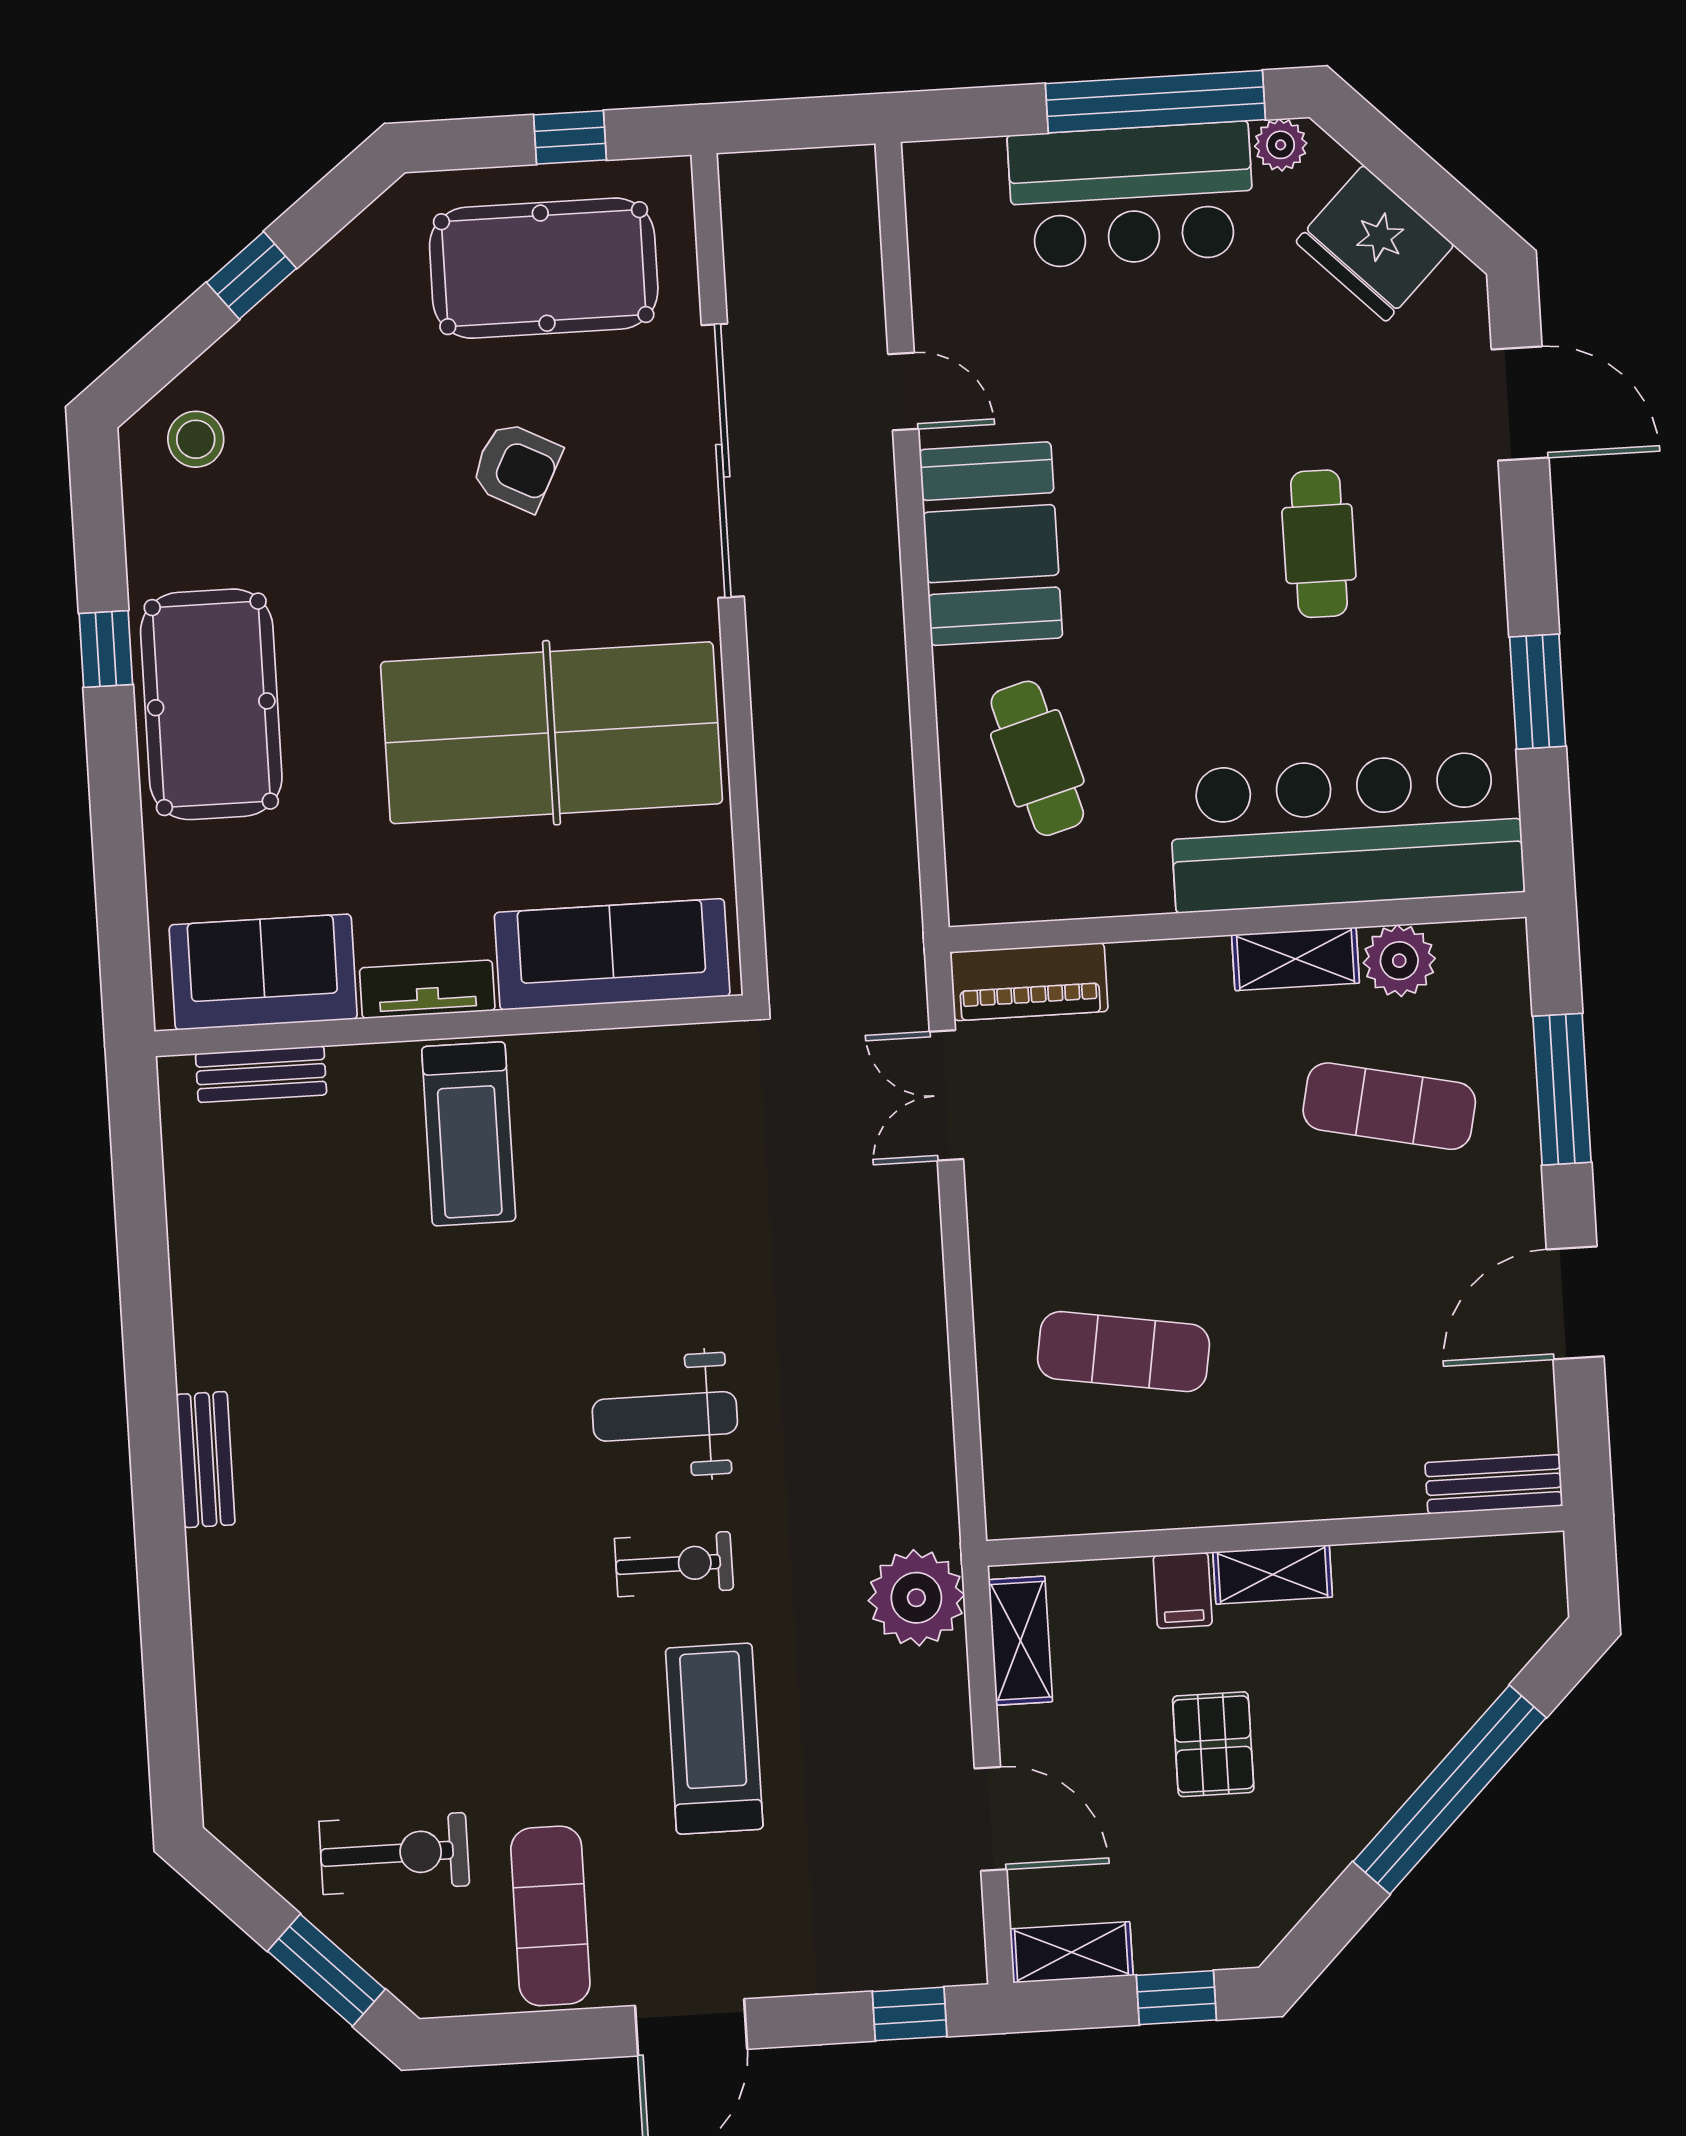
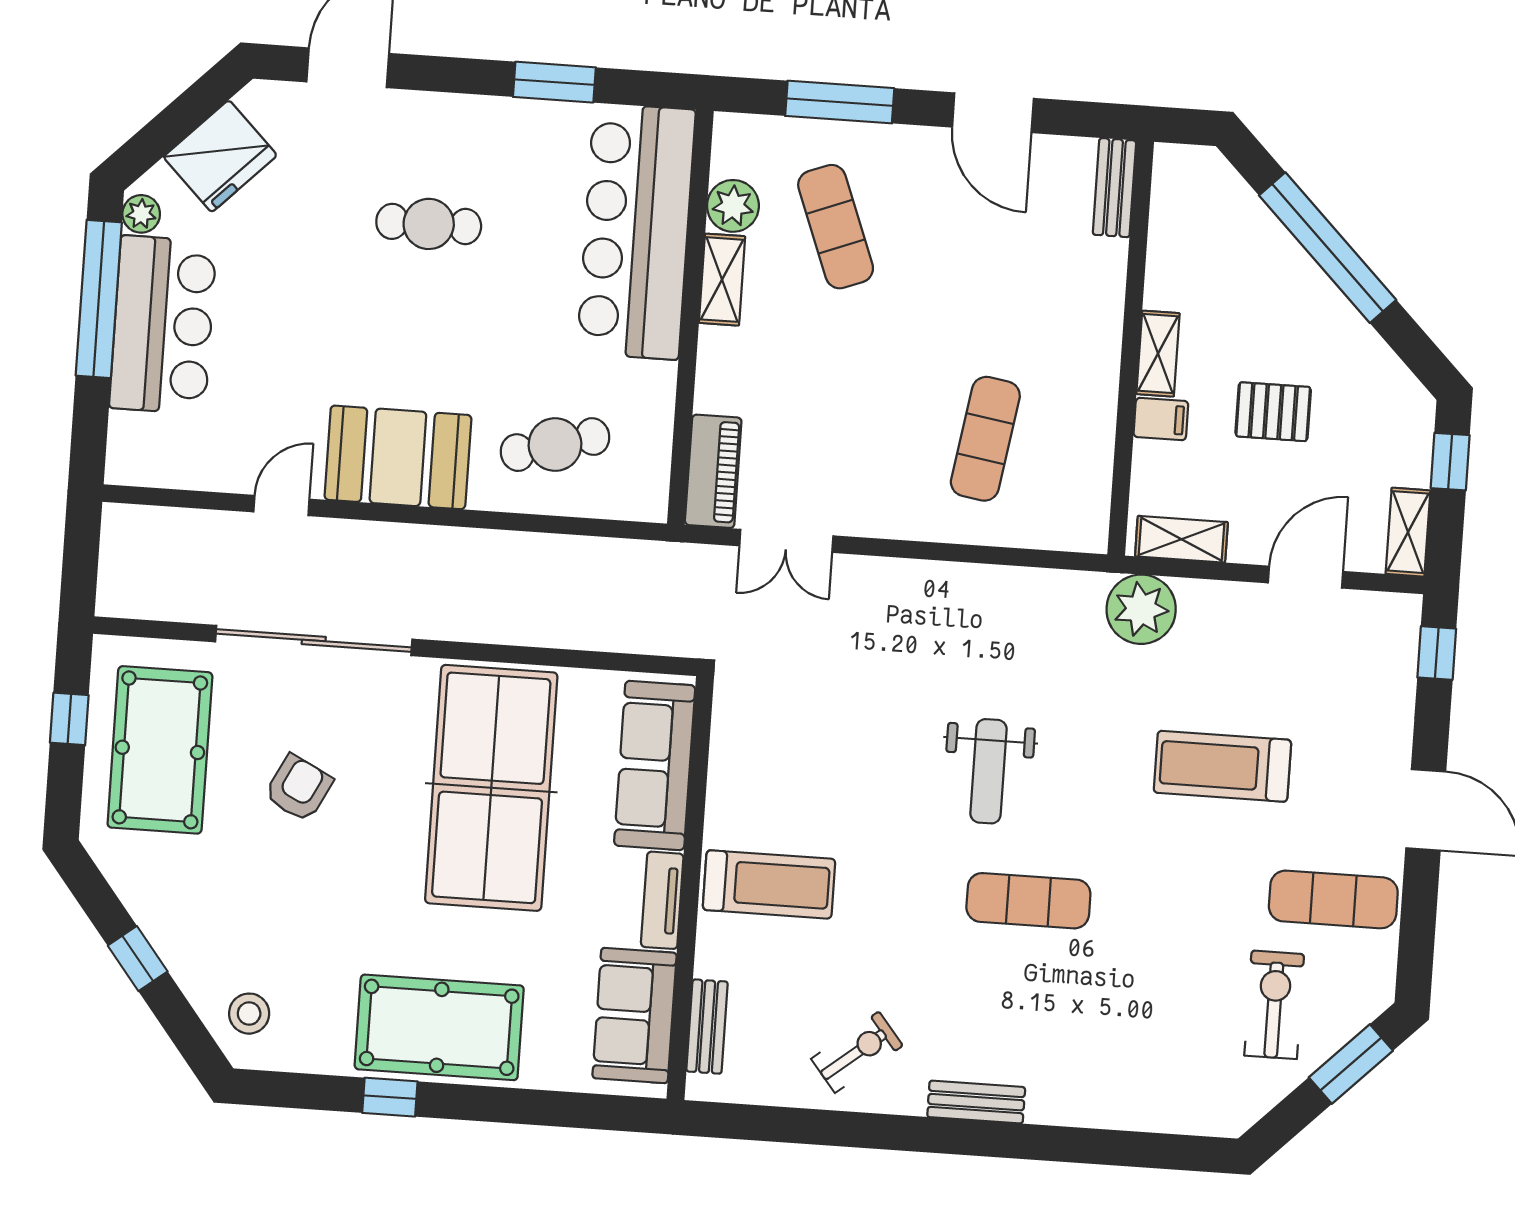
exercise mat: (1389, 1106) -> (836, 227), turned -33
exercise mat: (493, 1495) -> (1028, 901), added
exercise bike: (674, 1564) -> (857, 1052), moved, turned 51

